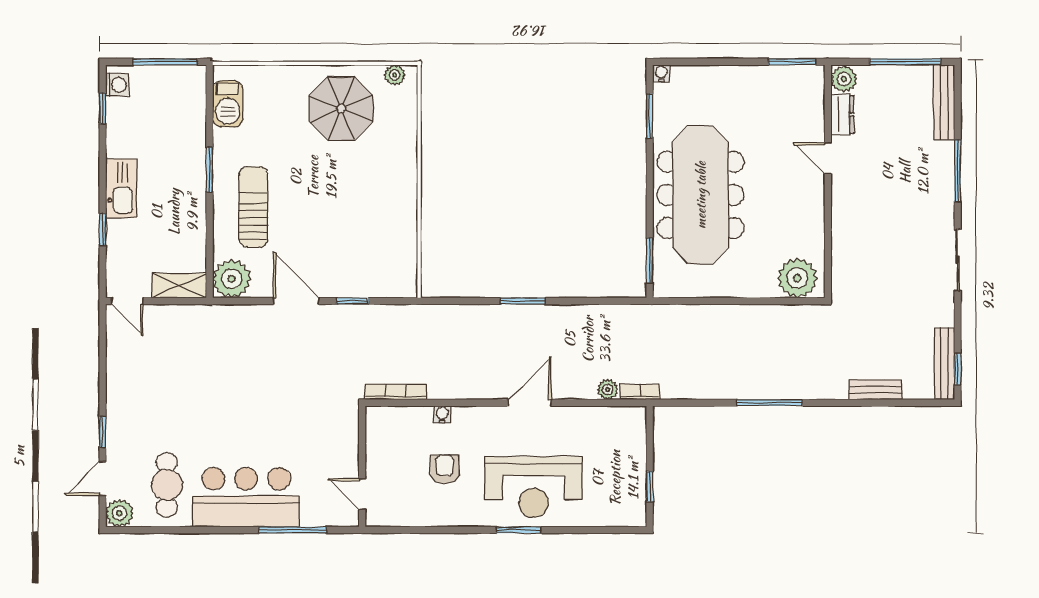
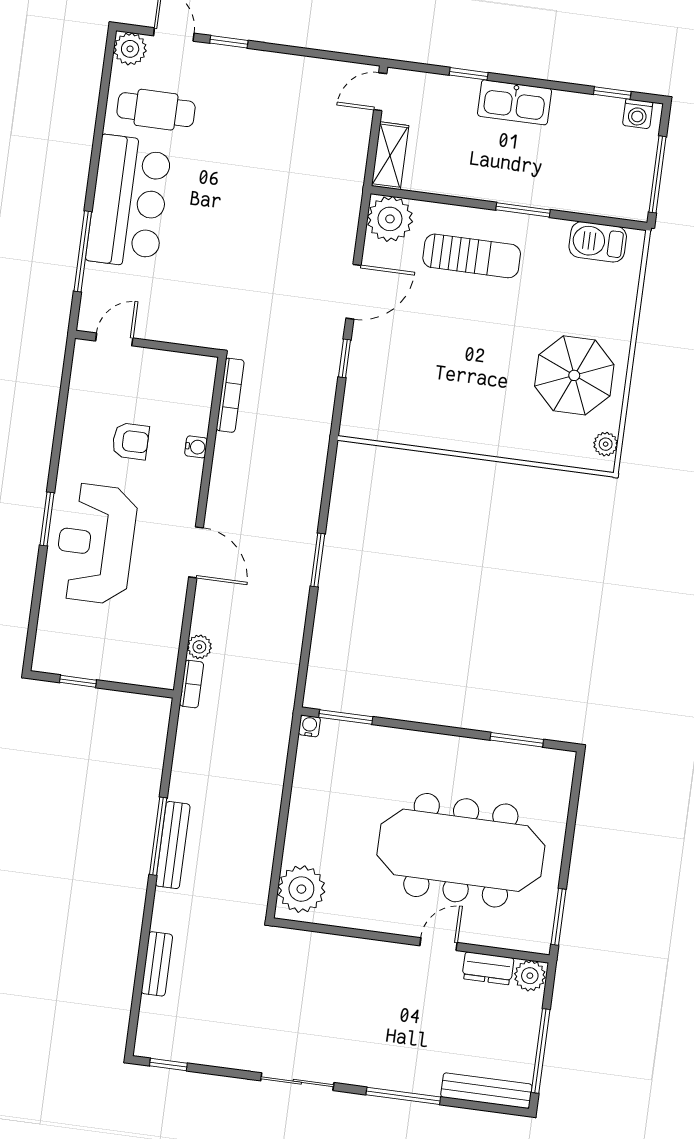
water cooler: (661, 73) -> (309, 726), moved, turned -90
meeting table: (701, 195) -> (461, 850), moved
bench: (944, 364) -> (173, 845), moved, turned 90

